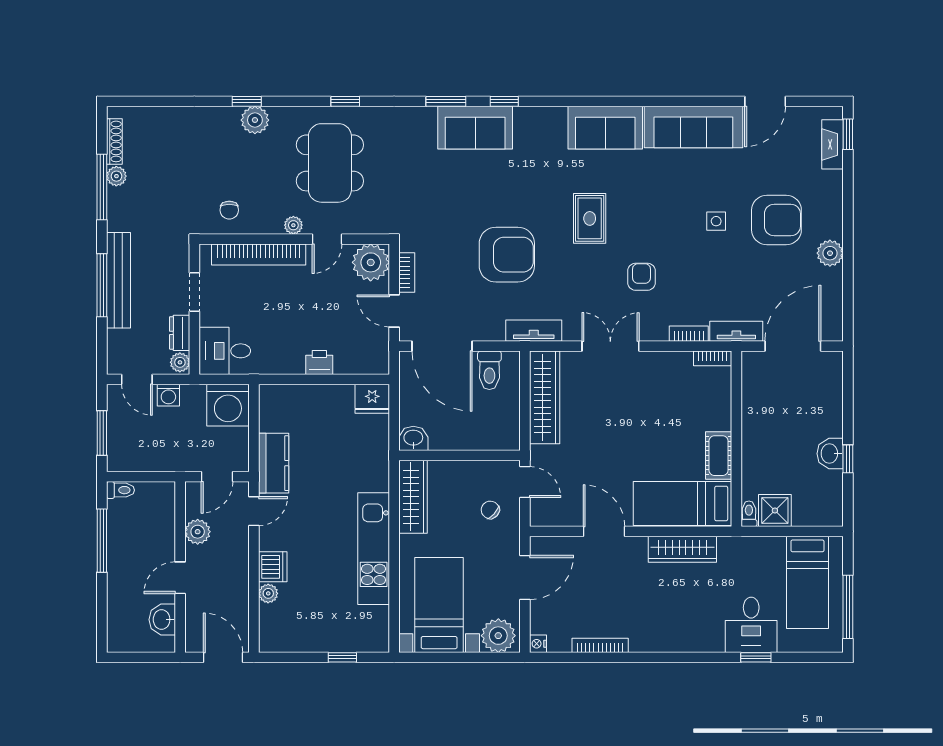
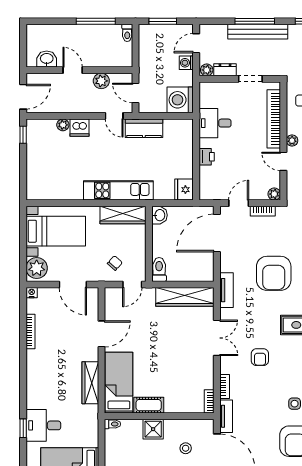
plant: (371, 262) -> (274, 194), width x0.53, depth x0.53
armchair: (641, 277) -> (260, 357), turned 90
desk: (225, 351) -> (215, 123), moved, turned -90
toilet: (489, 370) -> (159, 269), moved, turned 90
stool: (788, 396) -> (186, 448), added
shower: (775, 510) -> (153, 429), moved
kitchen unit: (374, 549) -> (118, 190), moved
window: (342, 657) -> (23, 135), moved

